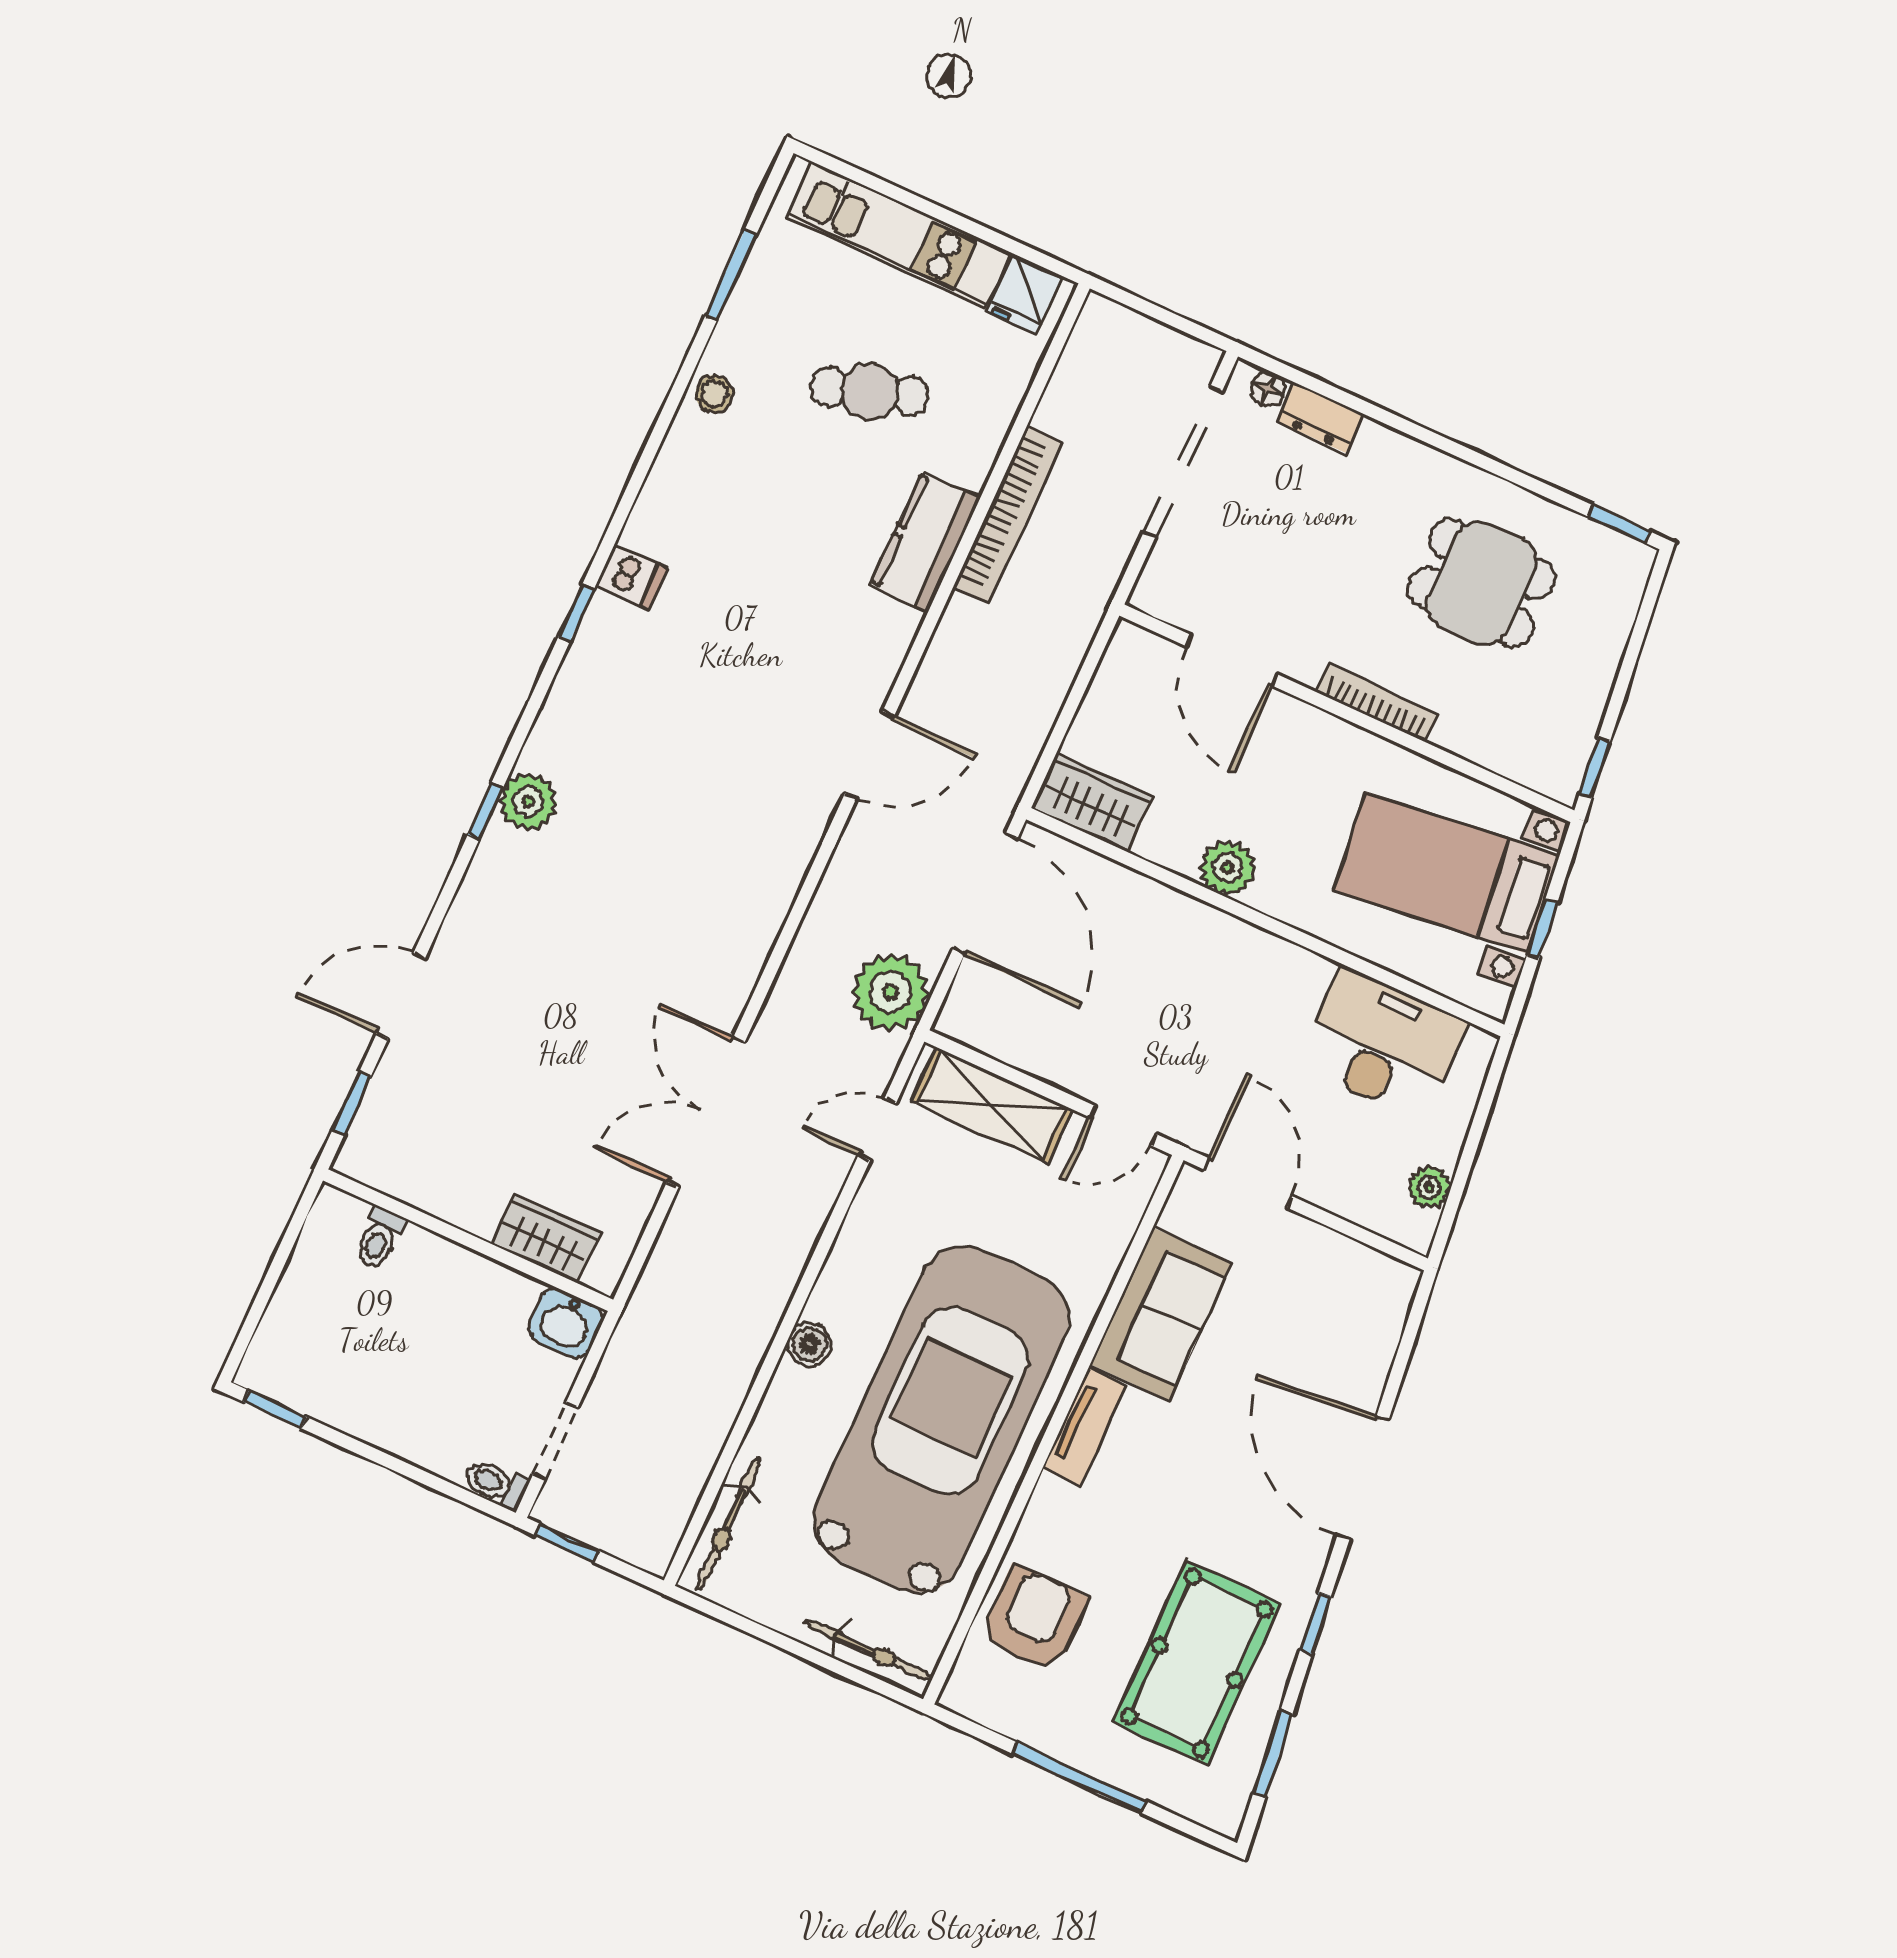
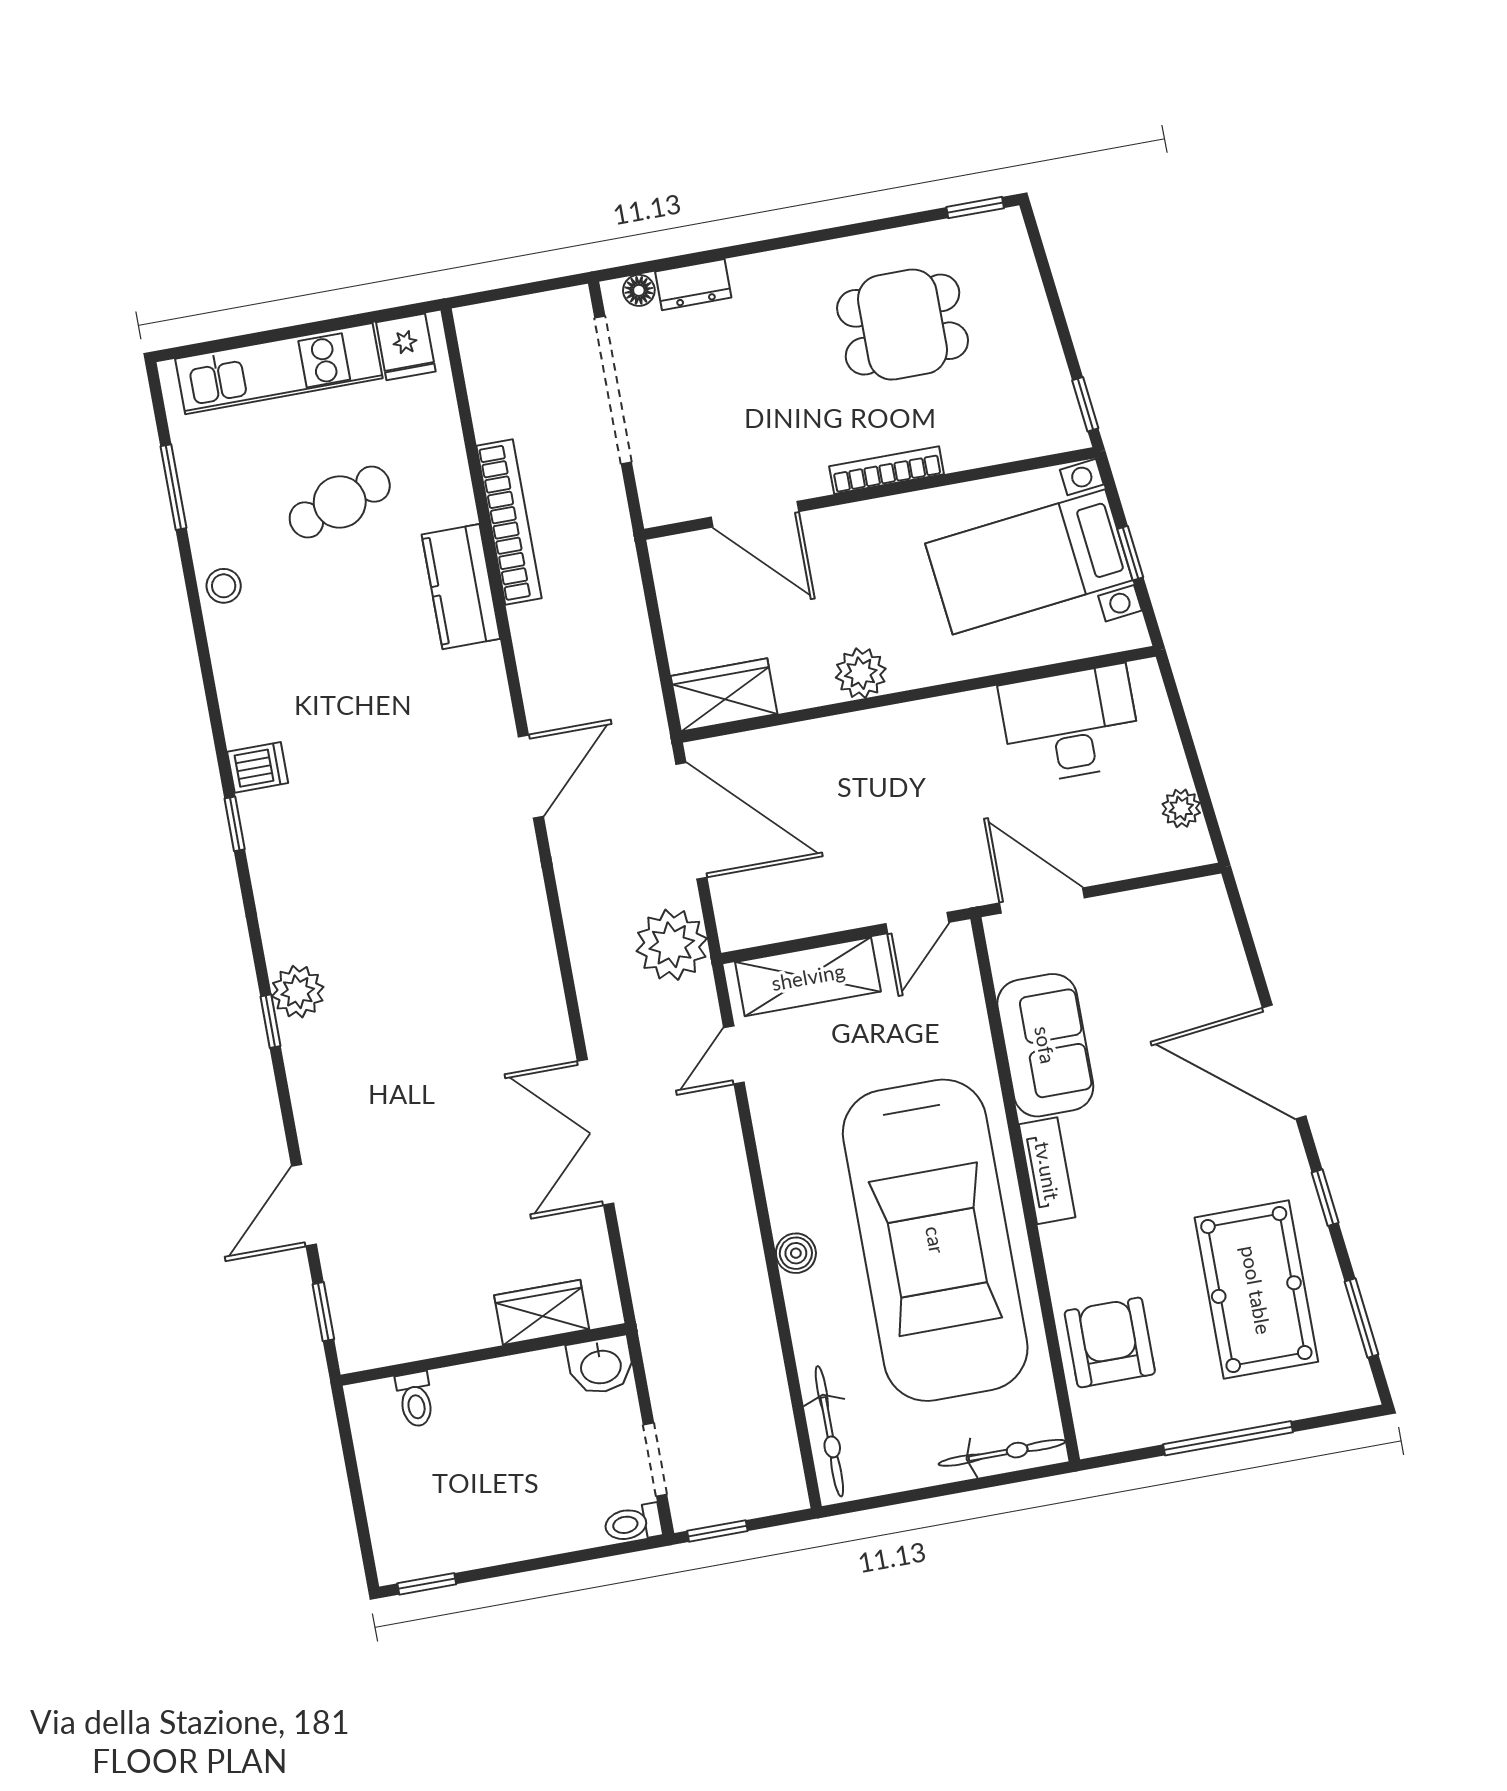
car: (941, 1419) -> (935, 1240), turned 180

